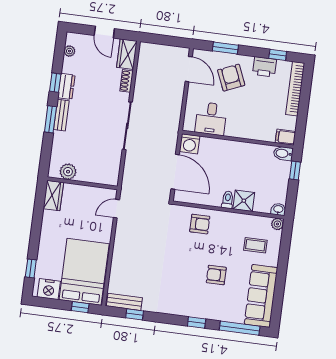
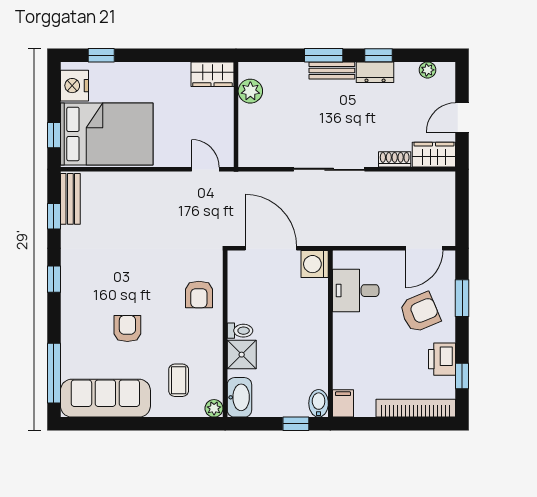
door: (175, 172) -> (271, 248), swing flipped
washbasin: (278, 209) -> (239, 397), width x1.91, depth x1.45
window: (197, 322) -> (54, 279), moved

